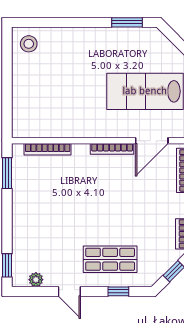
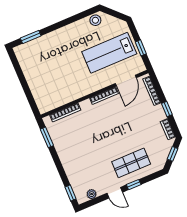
window: (127, 22) -> (31, 37), moved
stool: (29, 44) -> (95, 20), moved
window: (118, 291) -> (134, 185), moved

